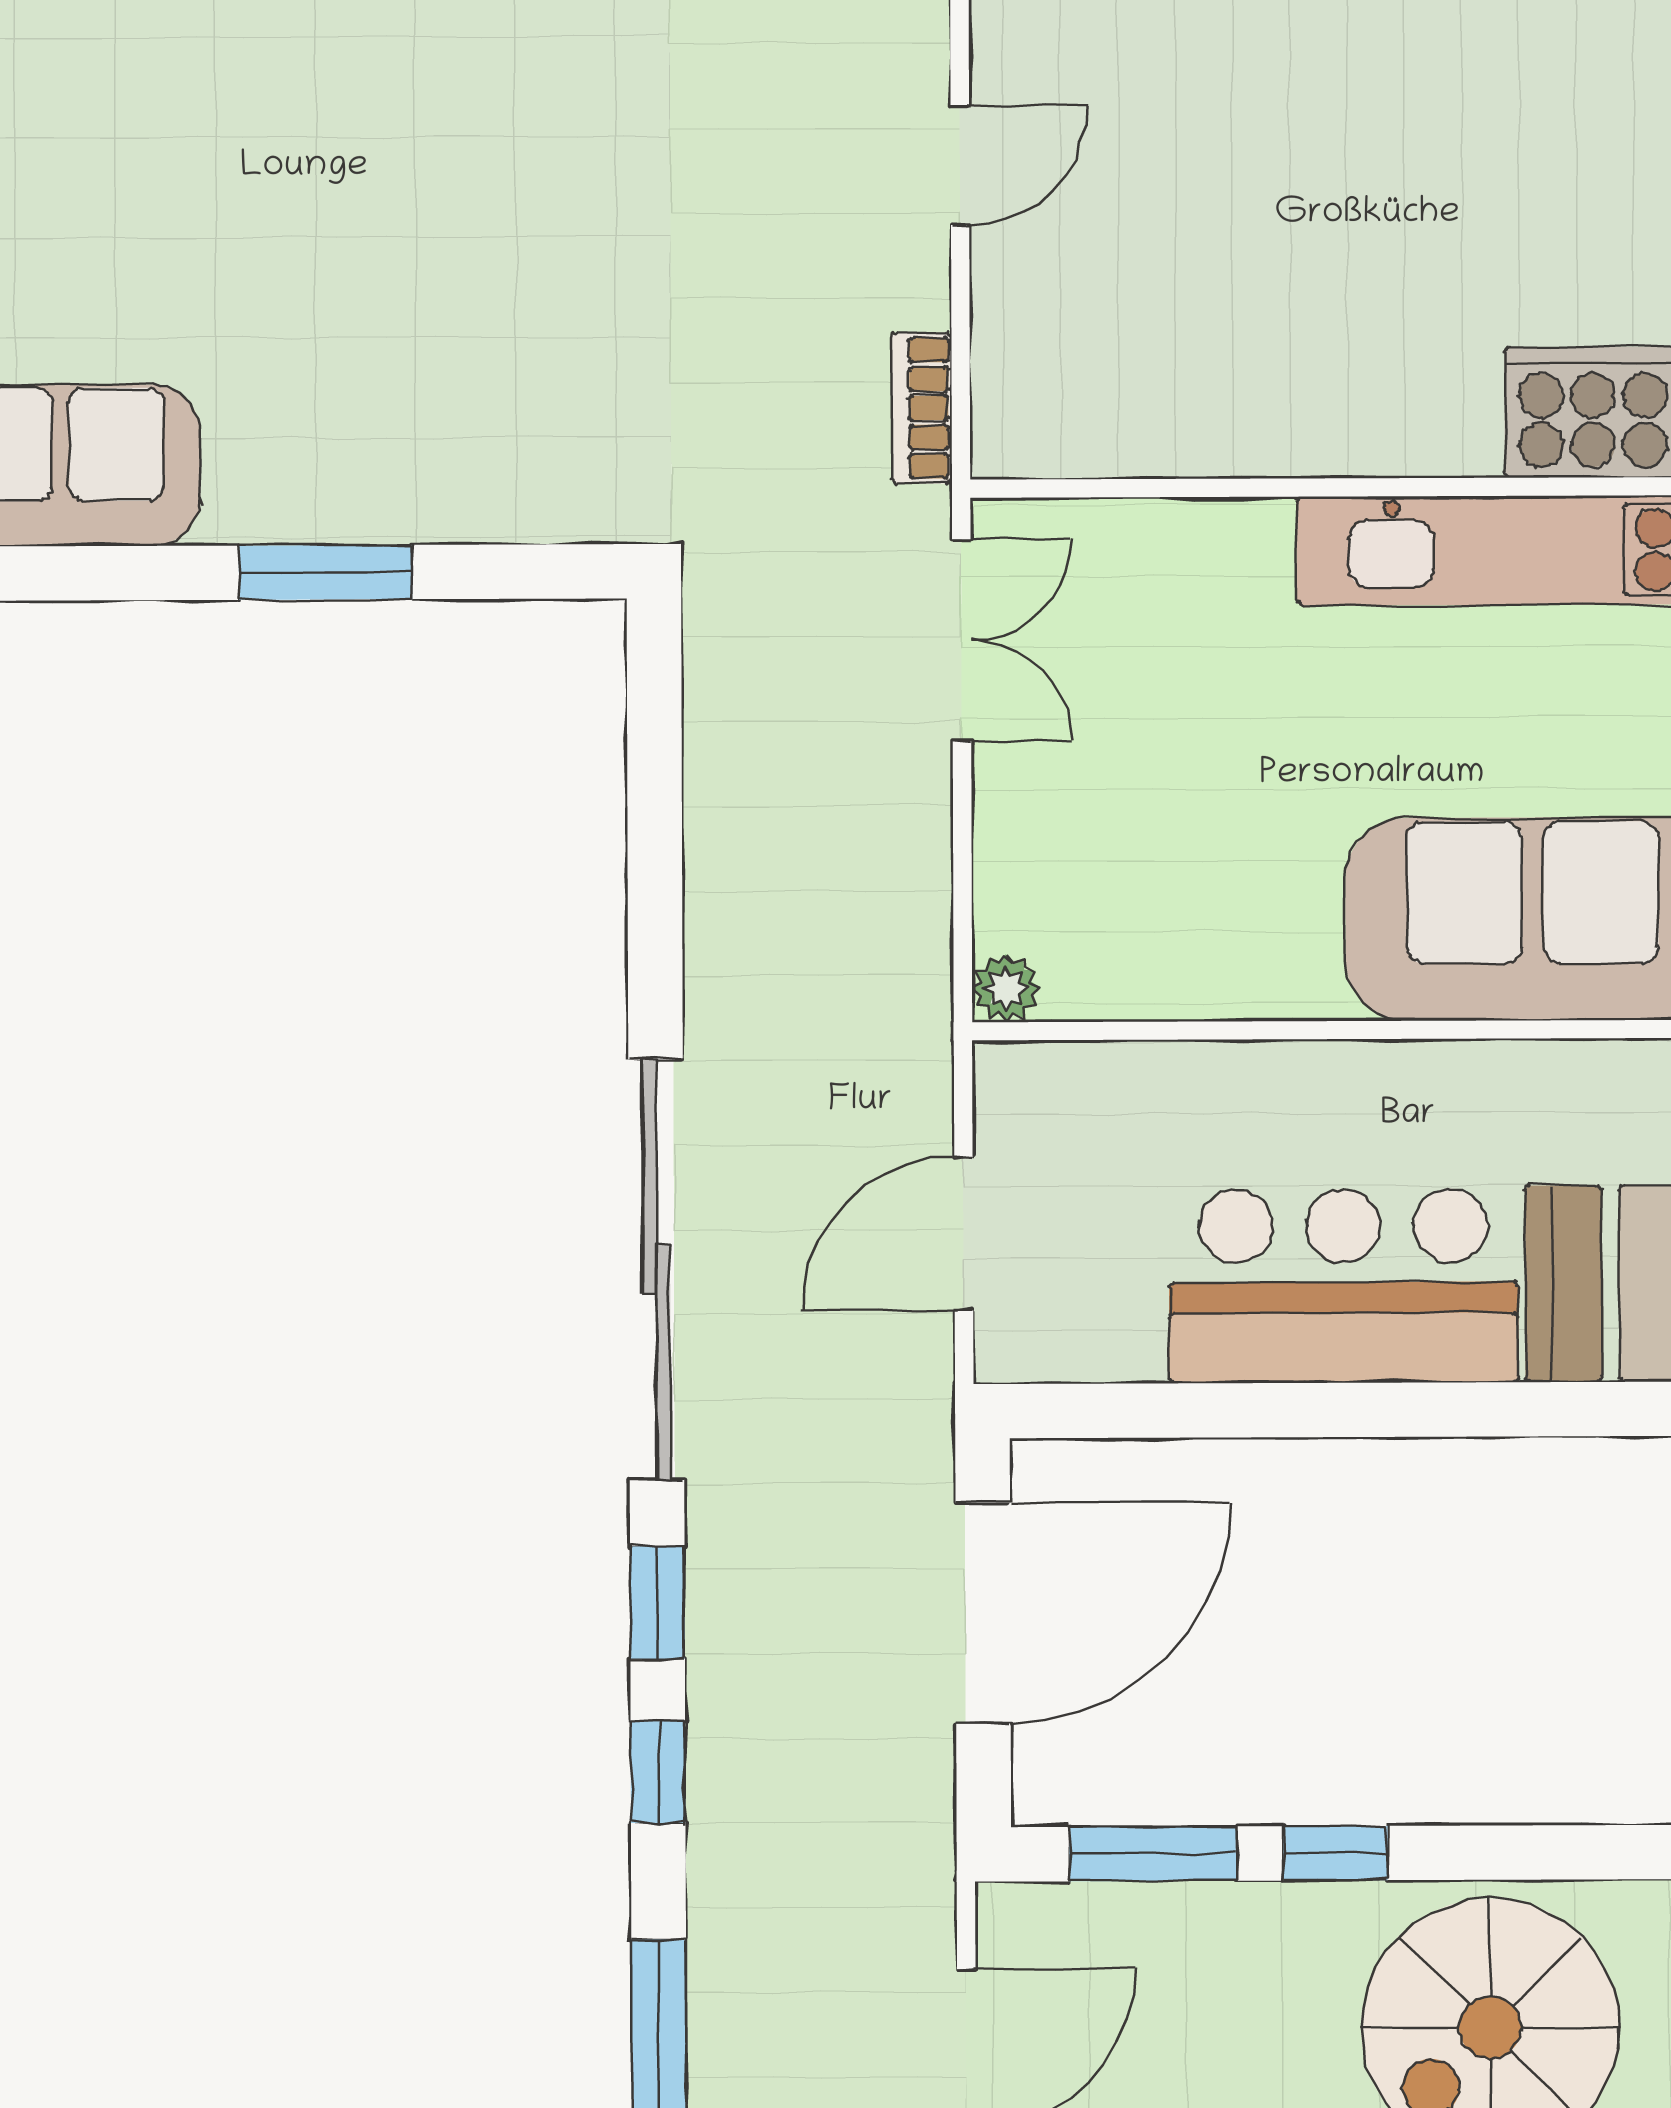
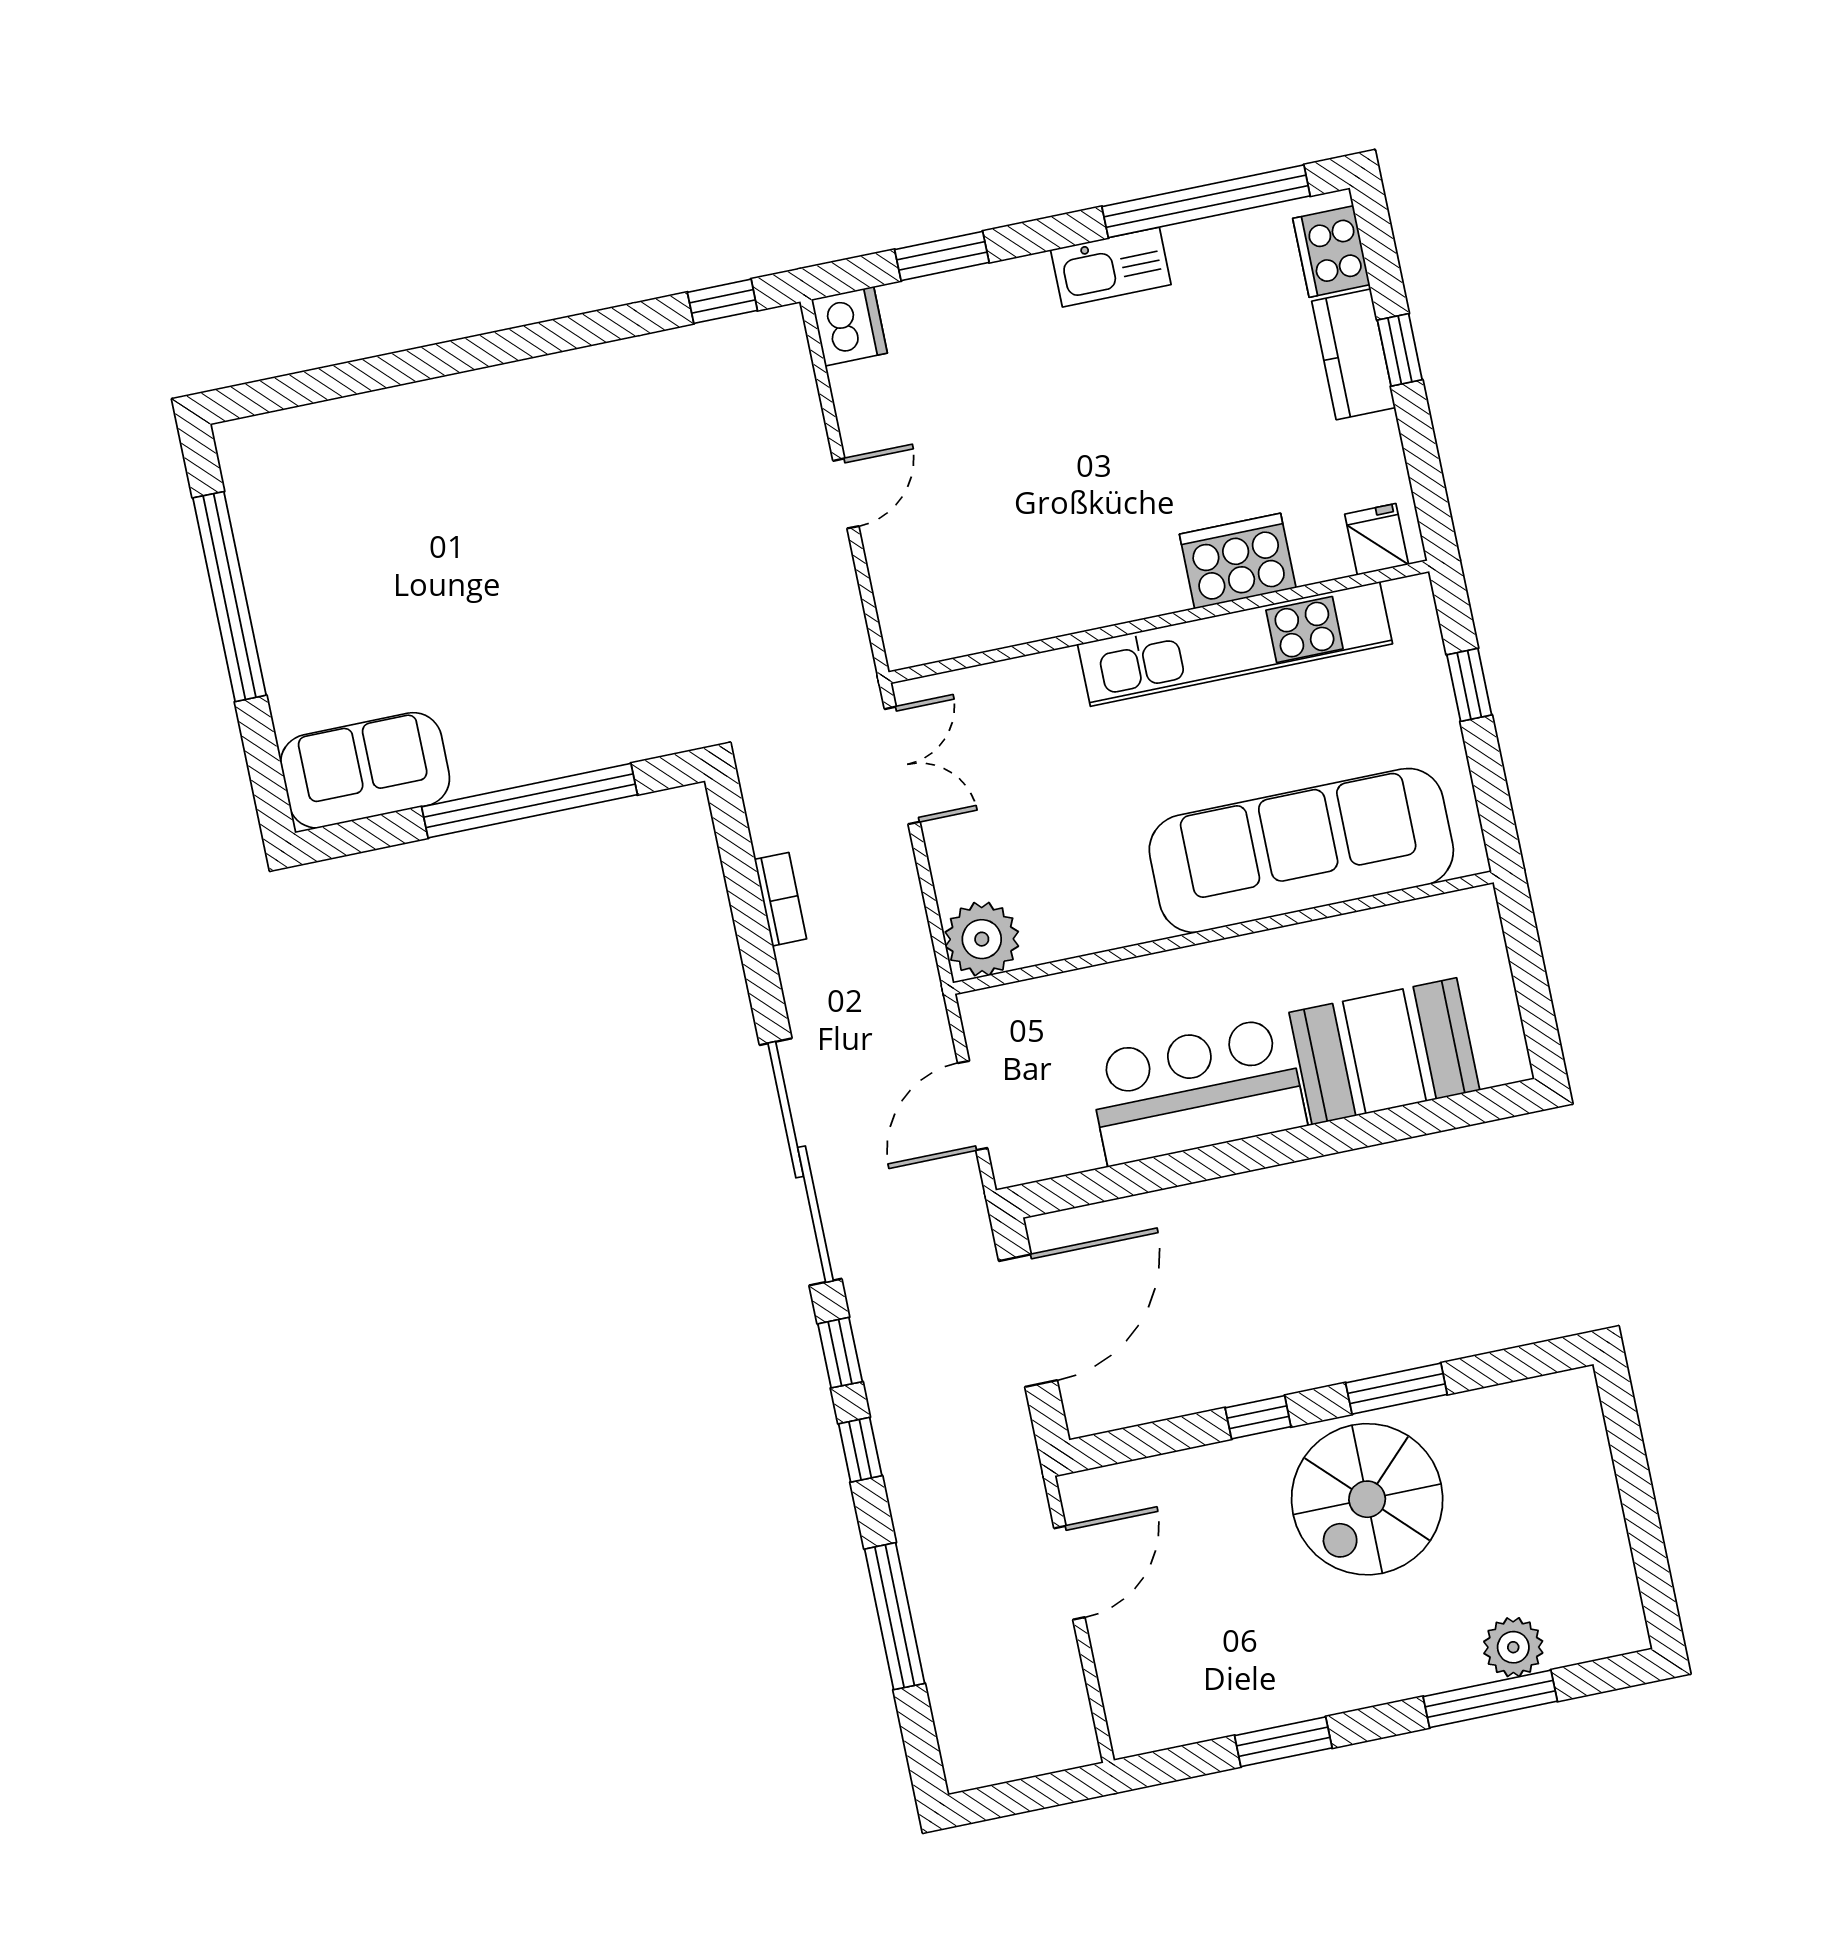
bookcase: (922, 408) -> (780, 899), moved, turned 180
window: (325, 572) -> (530, 801), width x2.11
plant: (1006, 988) -> (982, 939), width x1.88, depth x1.88
window: (1153, 1854) -> (1396, 1389), moved

